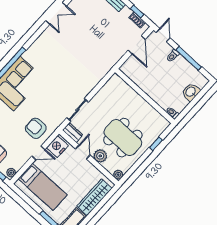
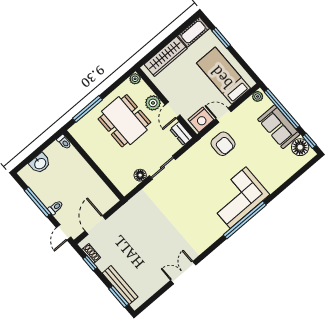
floor lamp: (104, 92) -> (140, 175), added
sliding door: (77, 110) -> (162, 168), moved
window: (156, 144) -> (87, 109), width x2.17

